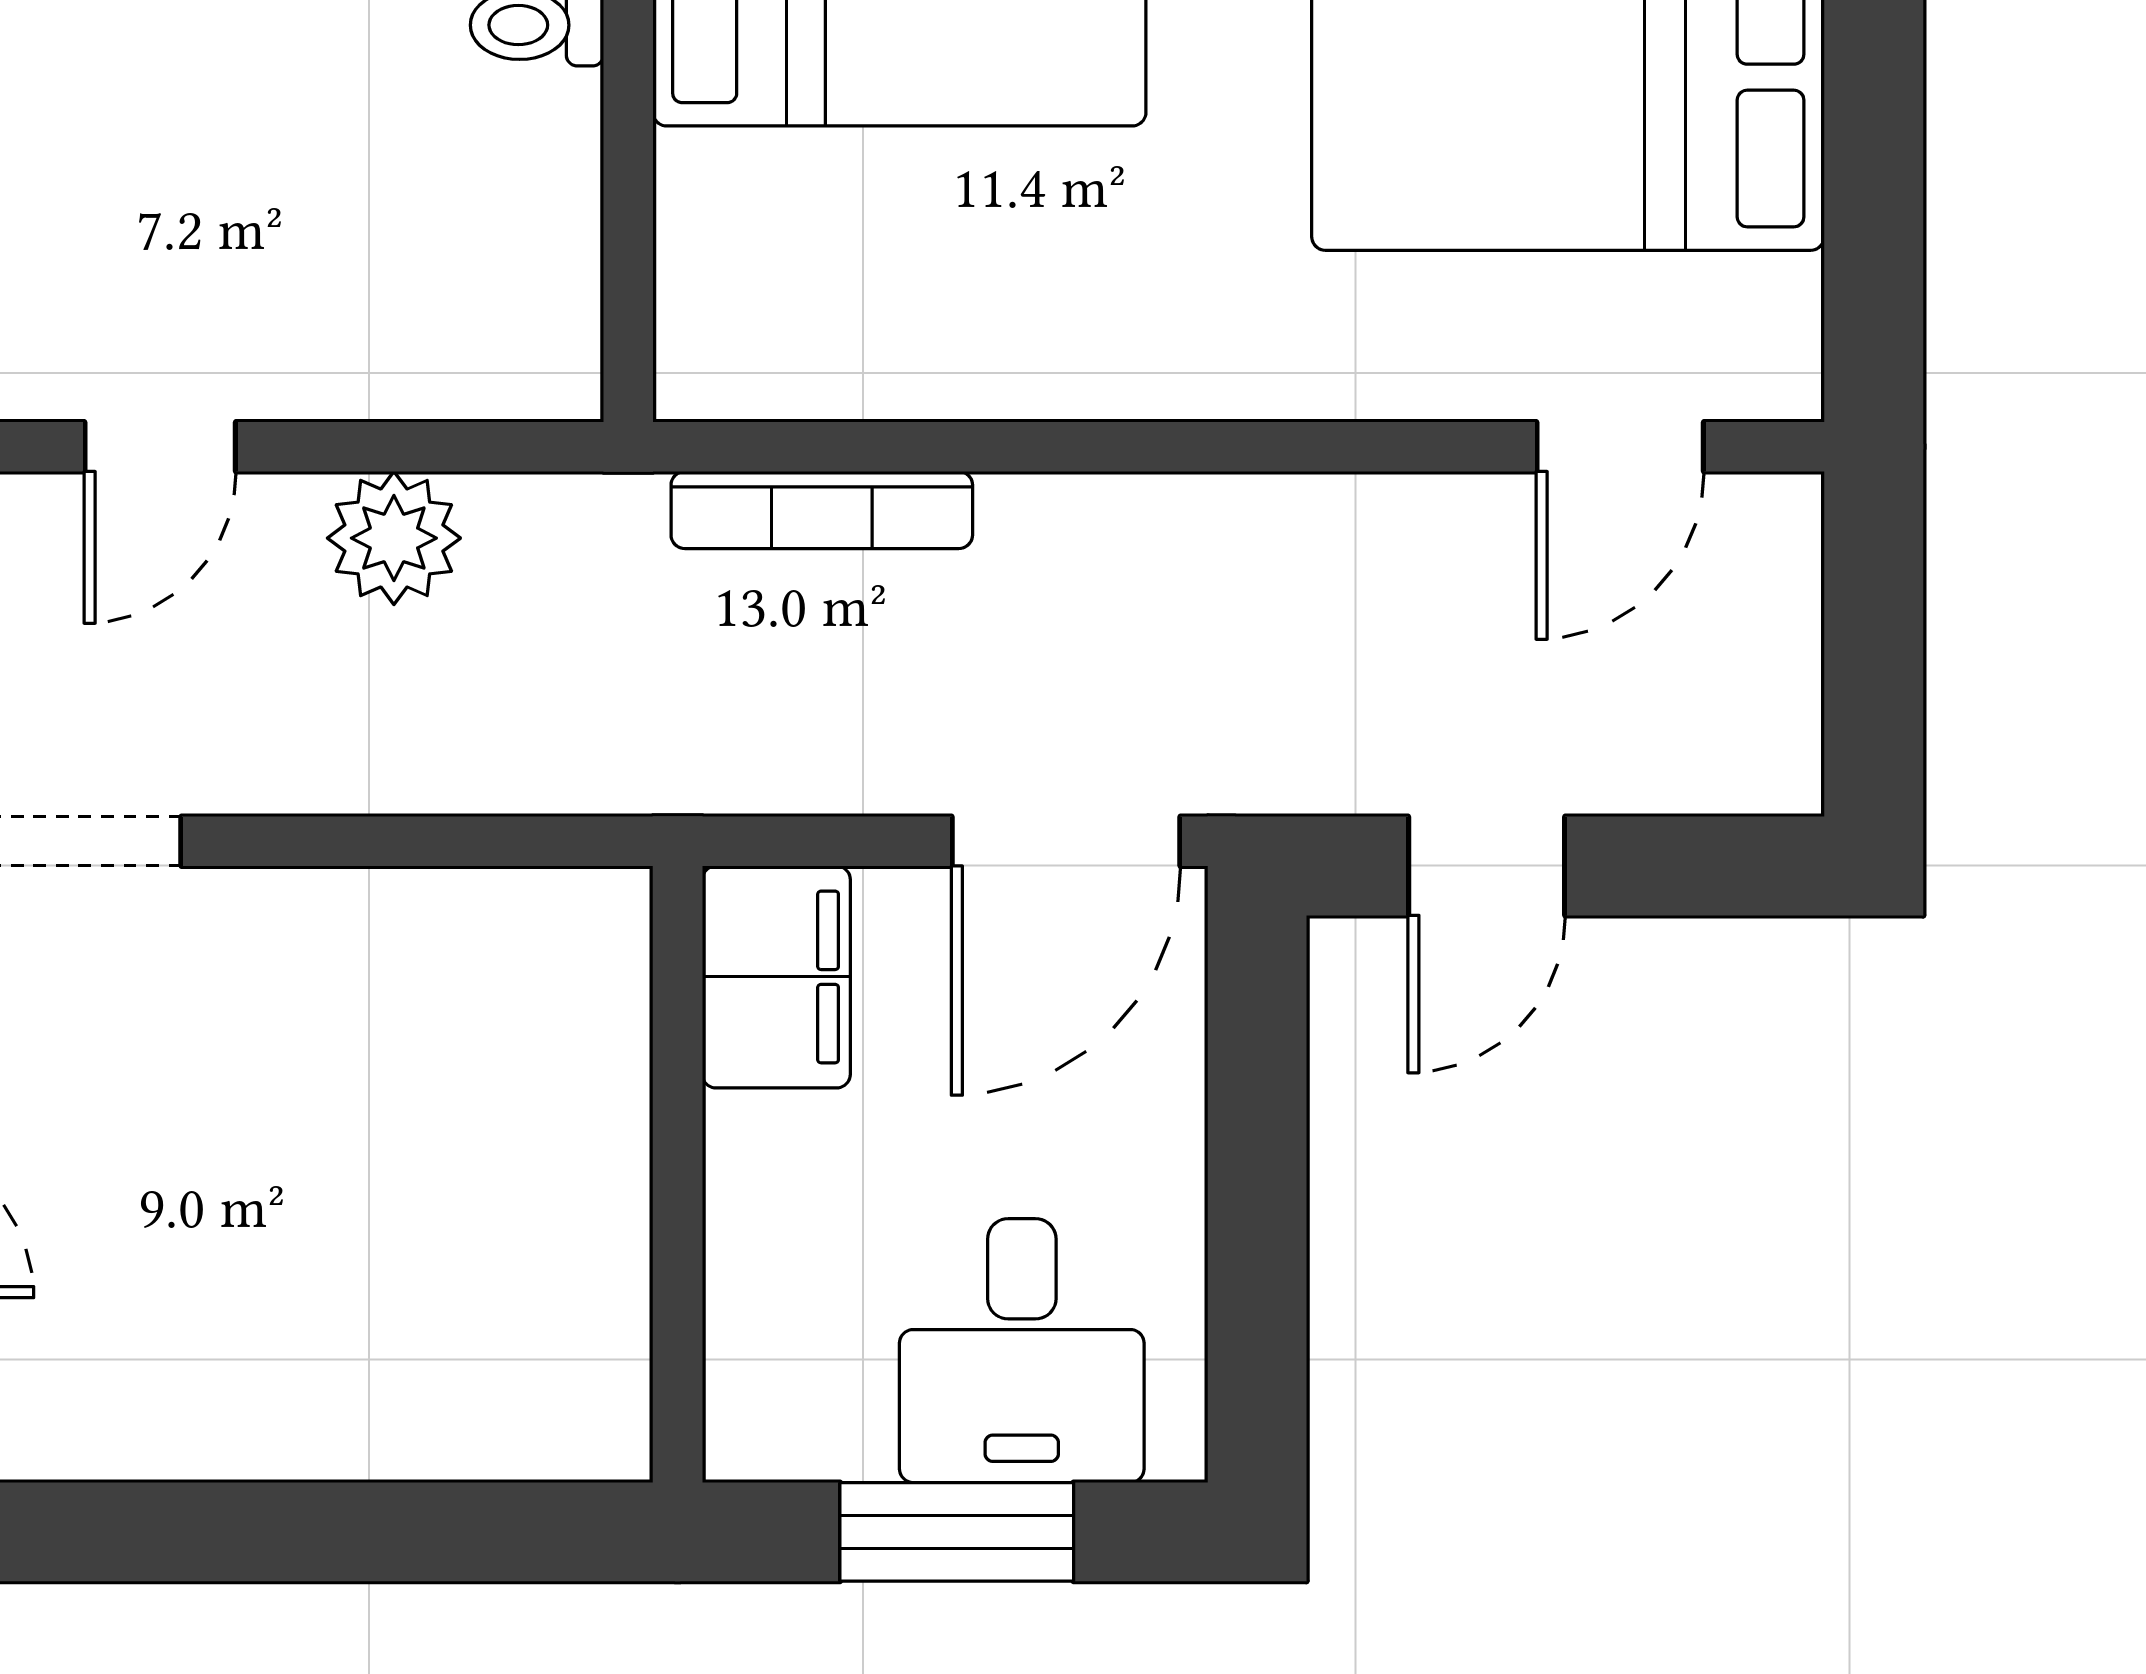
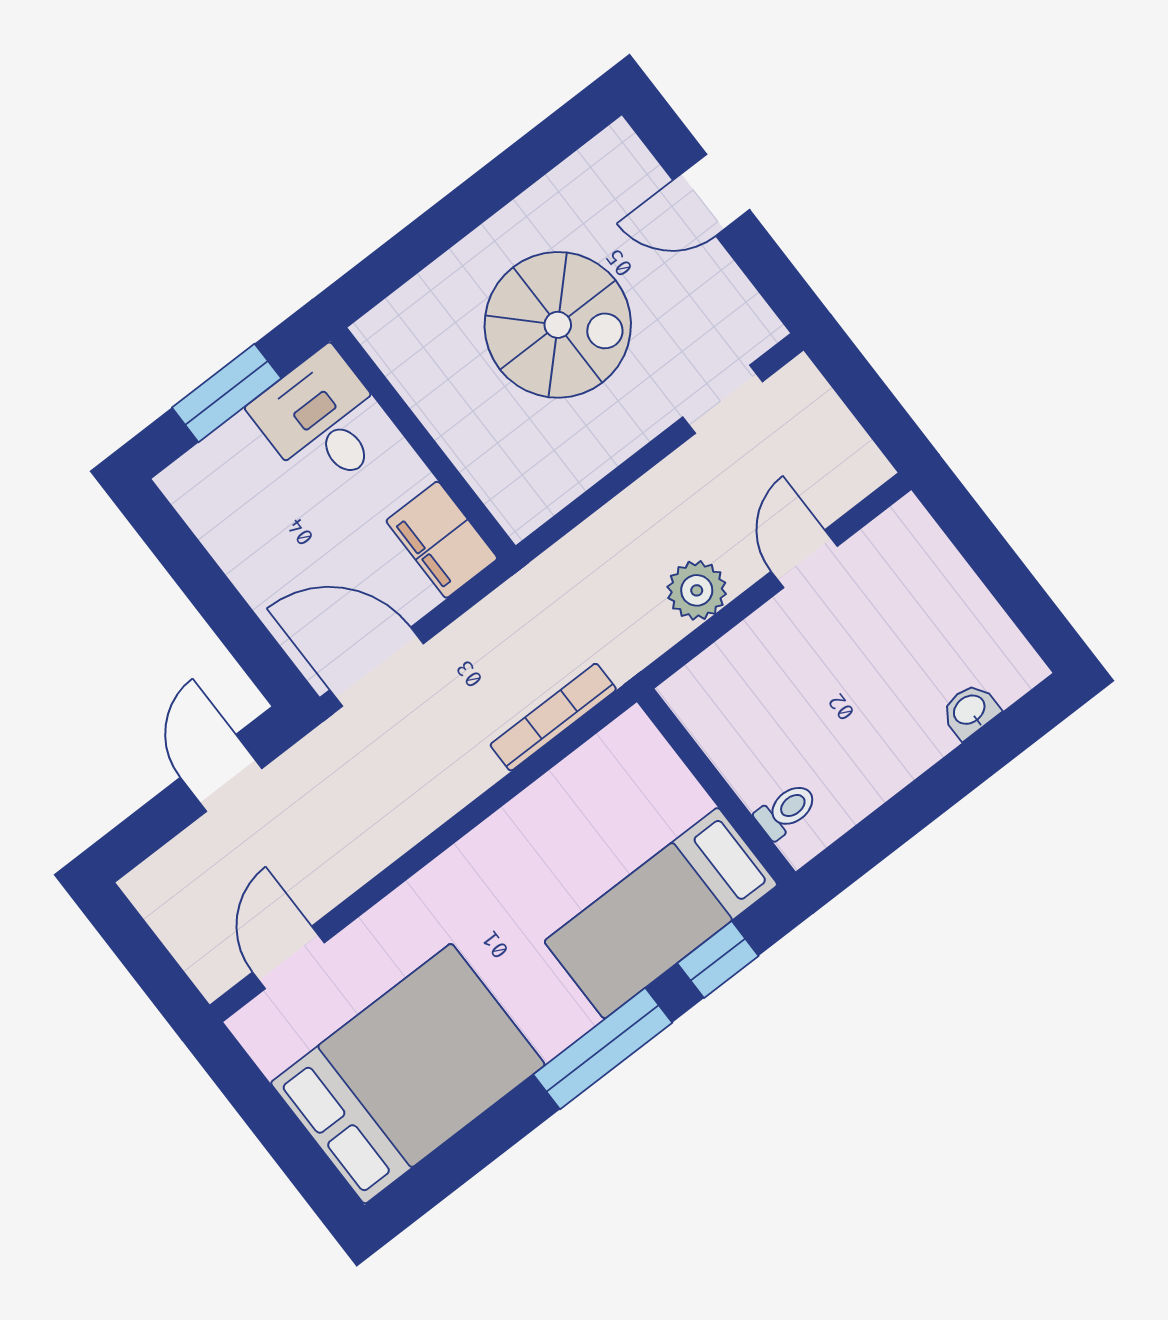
door: (1066, 841) -> (377, 667), hinge flipped
spiral stairs: (276, 1199) -> (558, 325), added
desk: (1022, 1351) -> (323, 421), moved

